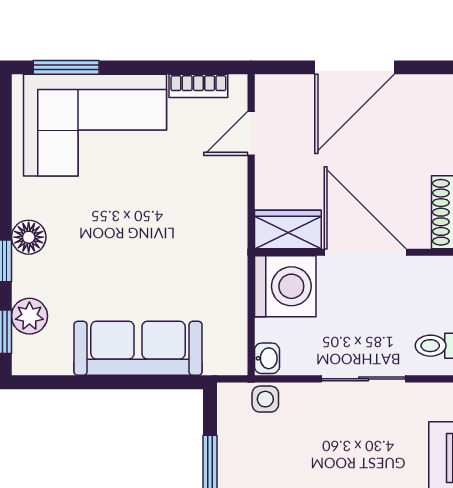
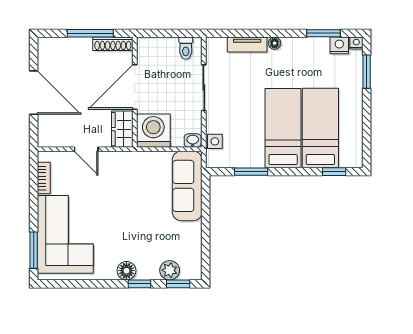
door: (251, 133) -> (86, 149), moved
sofa: (138, 348) -> (187, 186), moved

